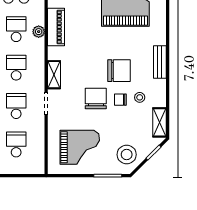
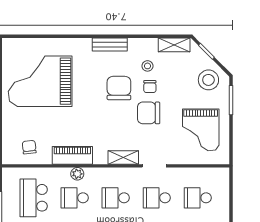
grand piano: (80, 147) -> (201, 130), turned 180

